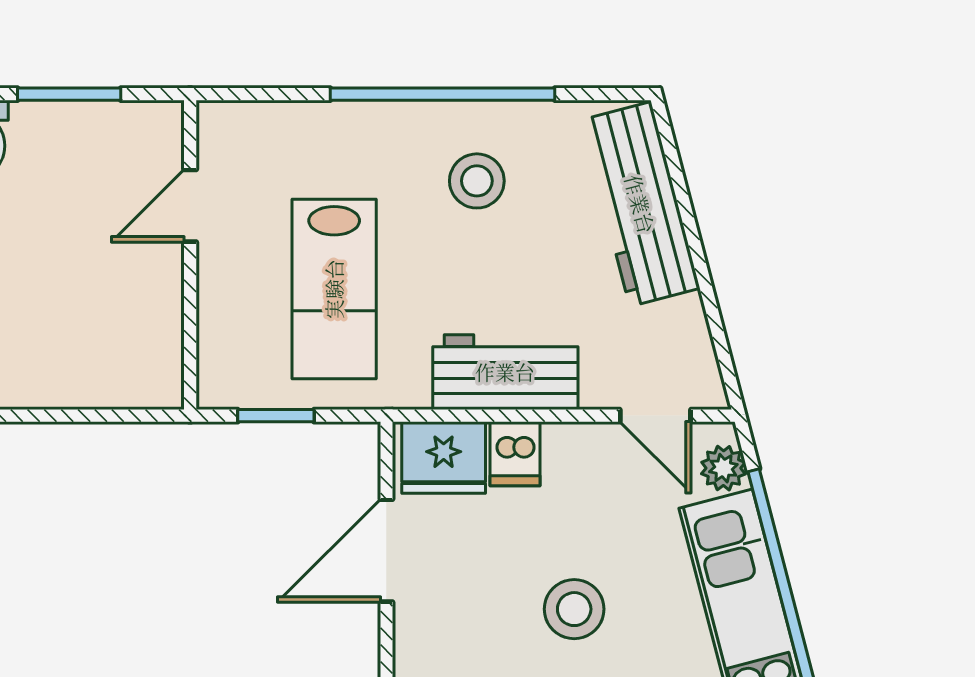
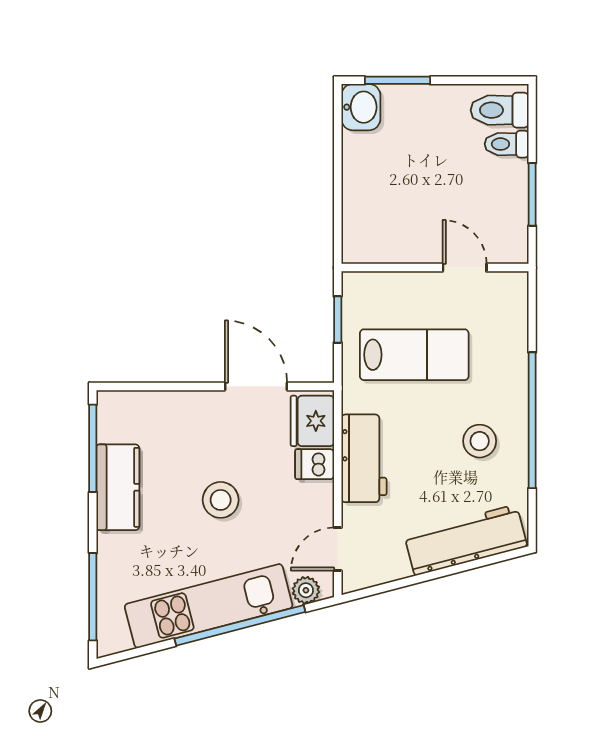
lab bench: (334, 289) -> (414, 355), turned 180

